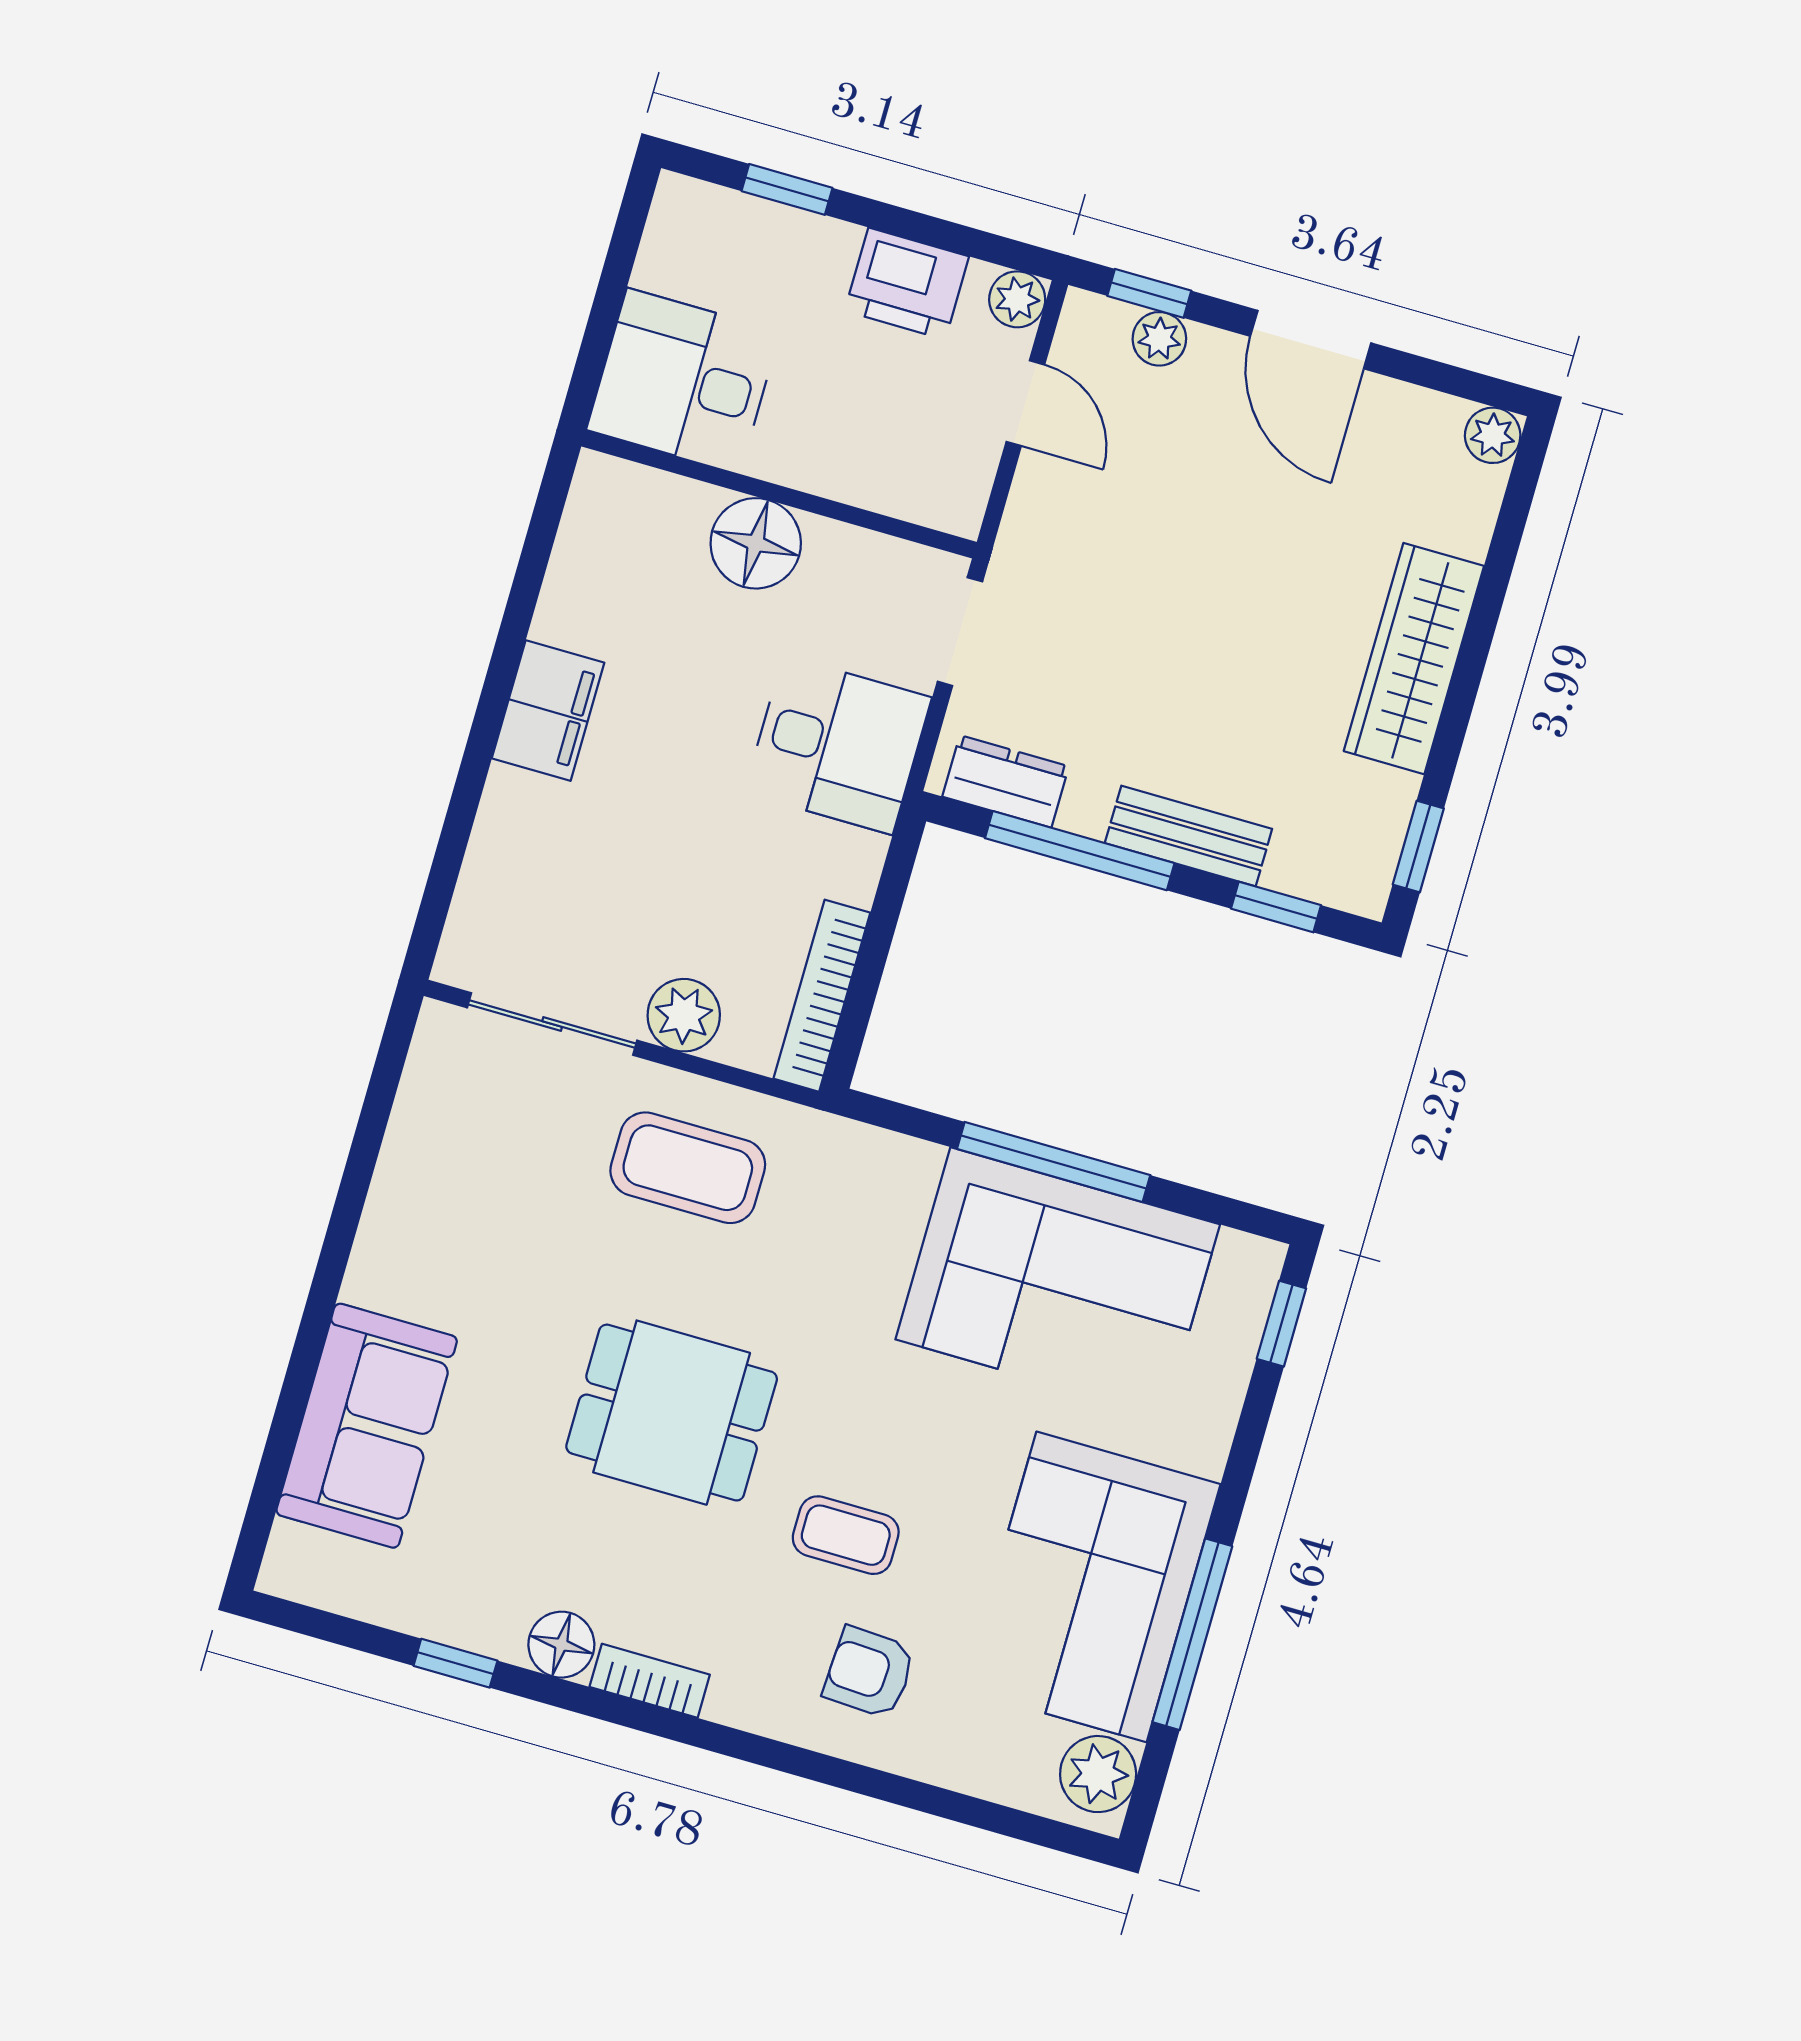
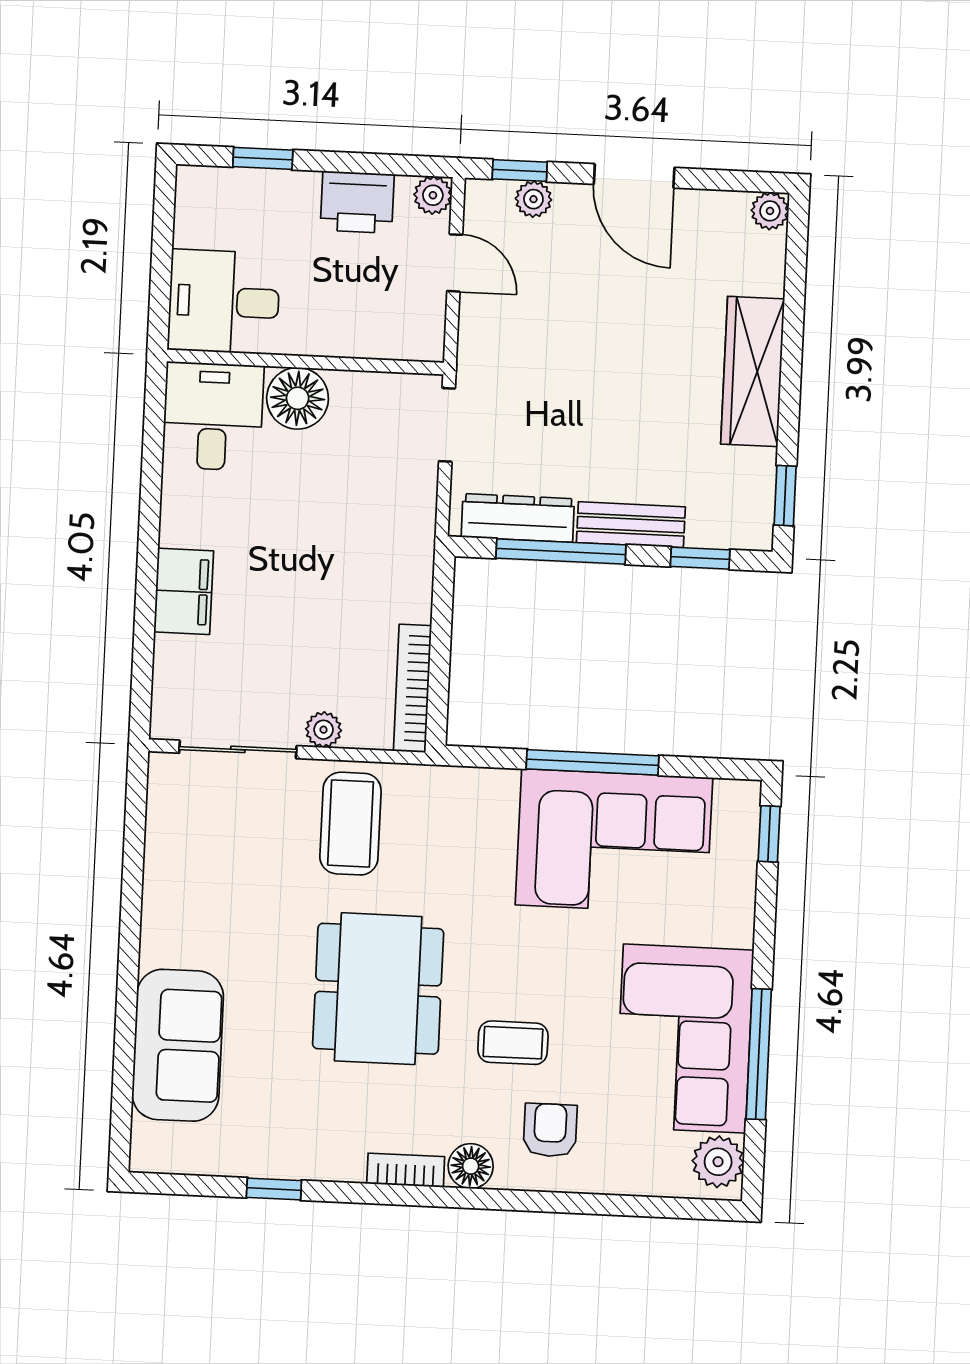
filing cabinet: (548, 710) -> (184, 591), moved
desk: (838, 745) -> (213, 416), moved, turned -90
dresser: (1006, 781) -> (518, 518), width x1.44
plant: (684, 1015) -> (324, 730), width x0.73, depth x0.73
coffee table: (688, 1168) -> (350, 824), turned 90
dining table: (672, 1413) -> (378, 989), width x1.38
floor lamp: (561, 1645) -> (471, 1166), moved
armchair: (869, 1672) -> (550, 1130), turned 87

